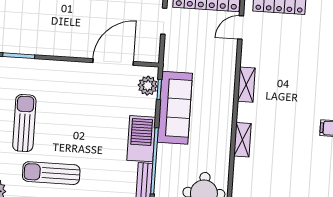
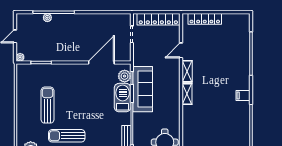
door: (241, 28) -> (181, 50), moved
barbecue: (141, 139) -> (123, 98), moved
shelving: (242, 140) -> (187, 94), moved

